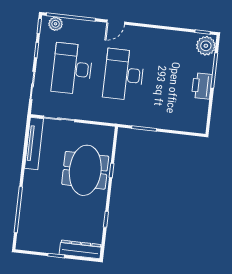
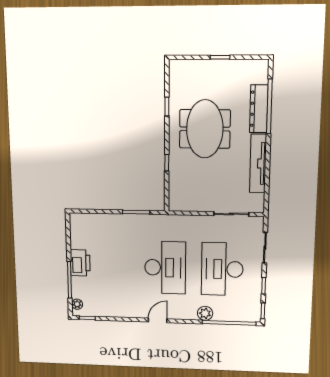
door: (116, 22) -> (158, 320), moved
plant: (56, 24) -> (205, 313), moved
plant: (206, 46) -> (77, 304), width x0.53, depth x0.53
desk: (72, 69) -> (222, 269), turned 180
tv unit: (34, 144) -> (258, 163), moved
meeting table: (85, 170) -> (205, 129), moved
dresser: (80, 249) -> (259, 109), moved, turned 90

